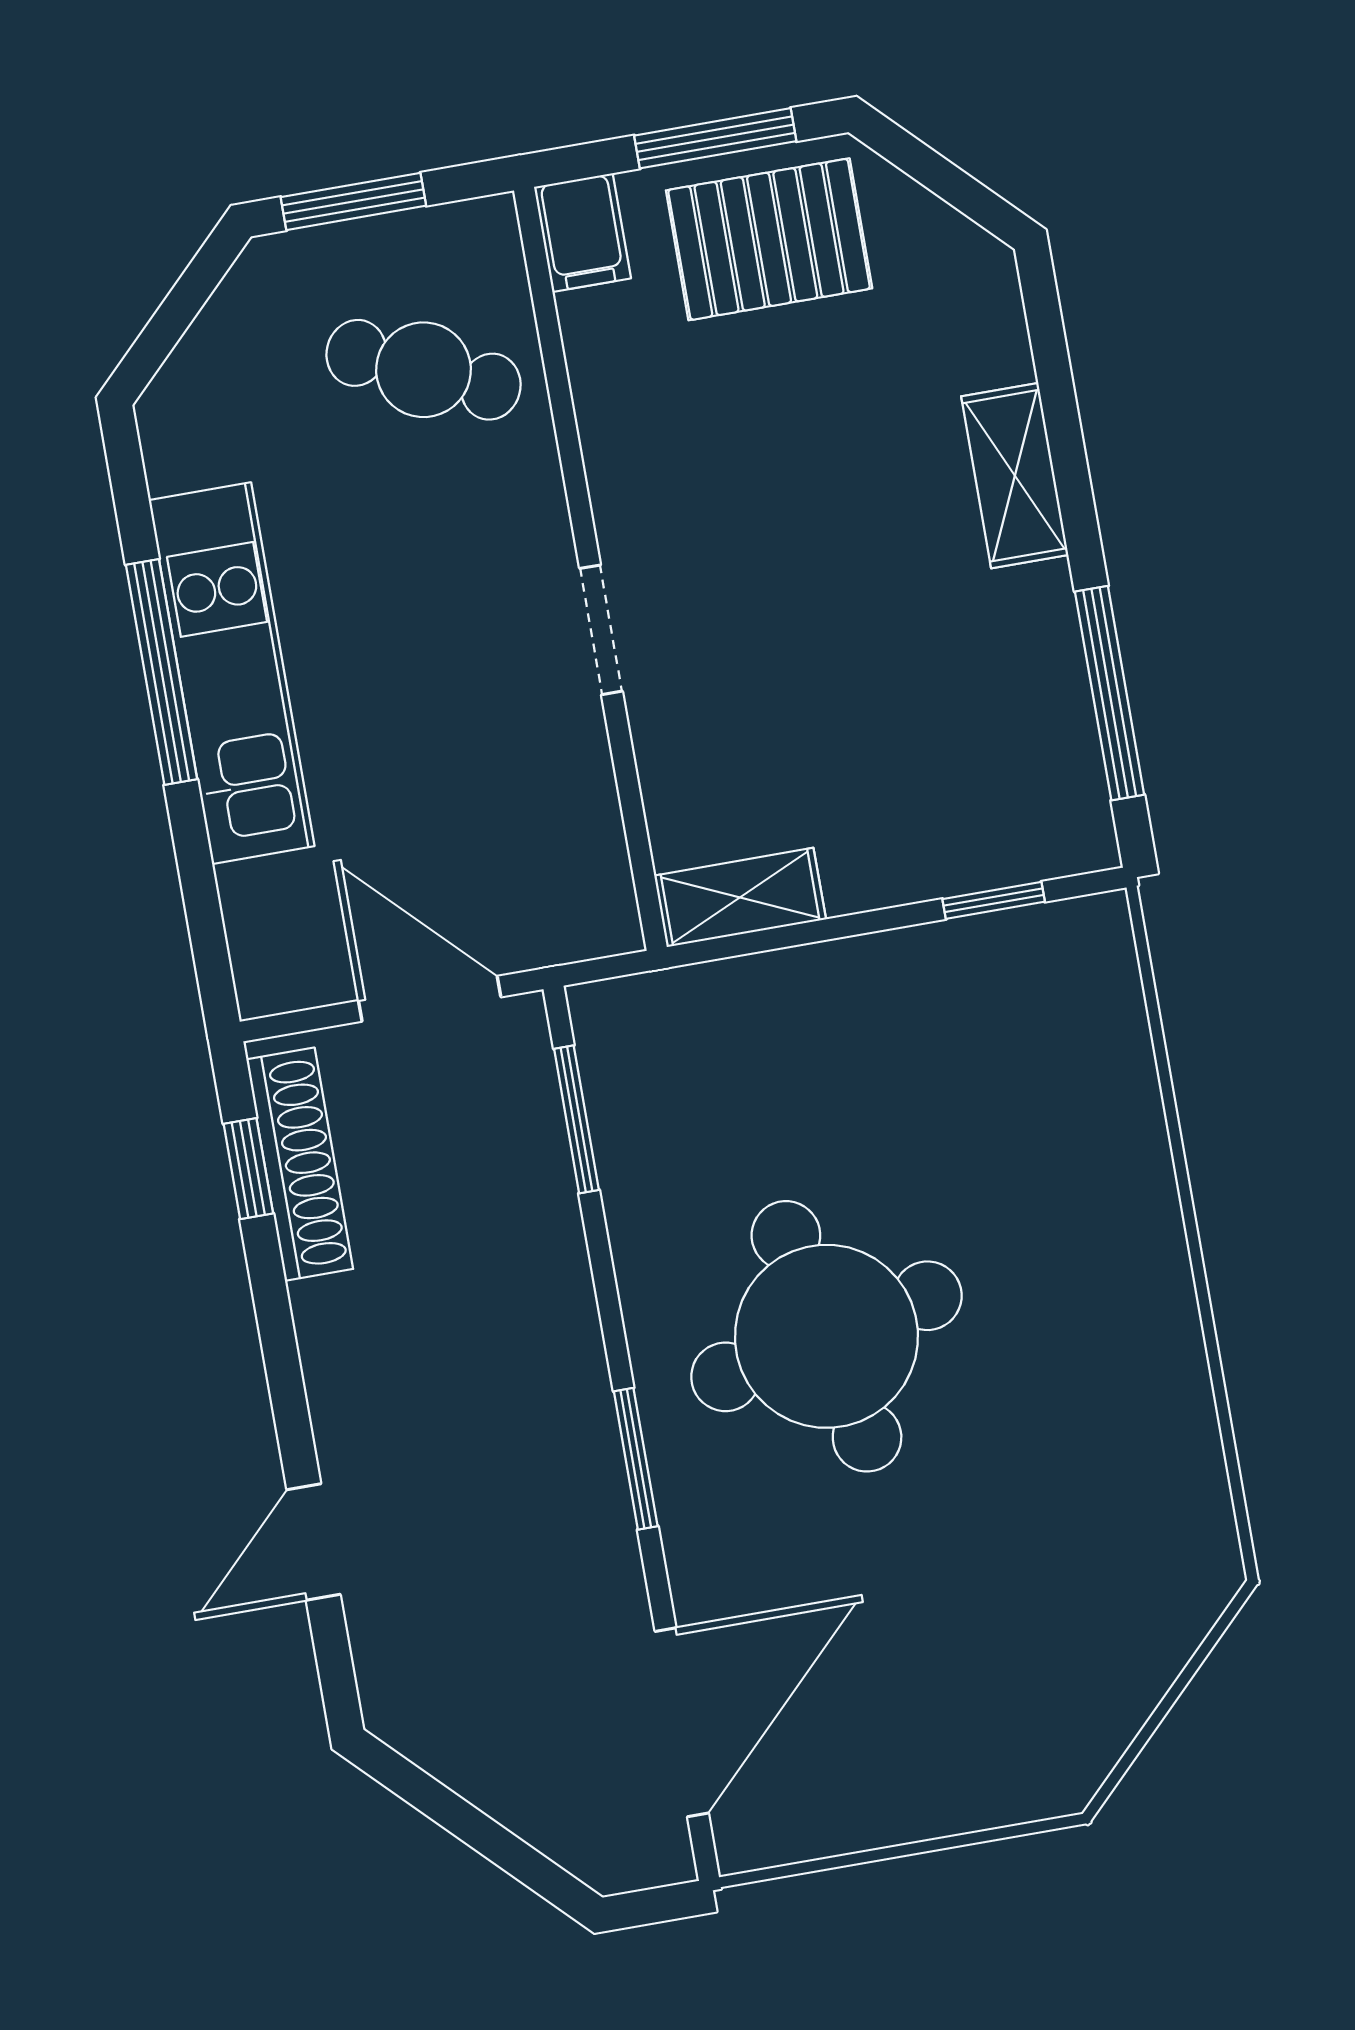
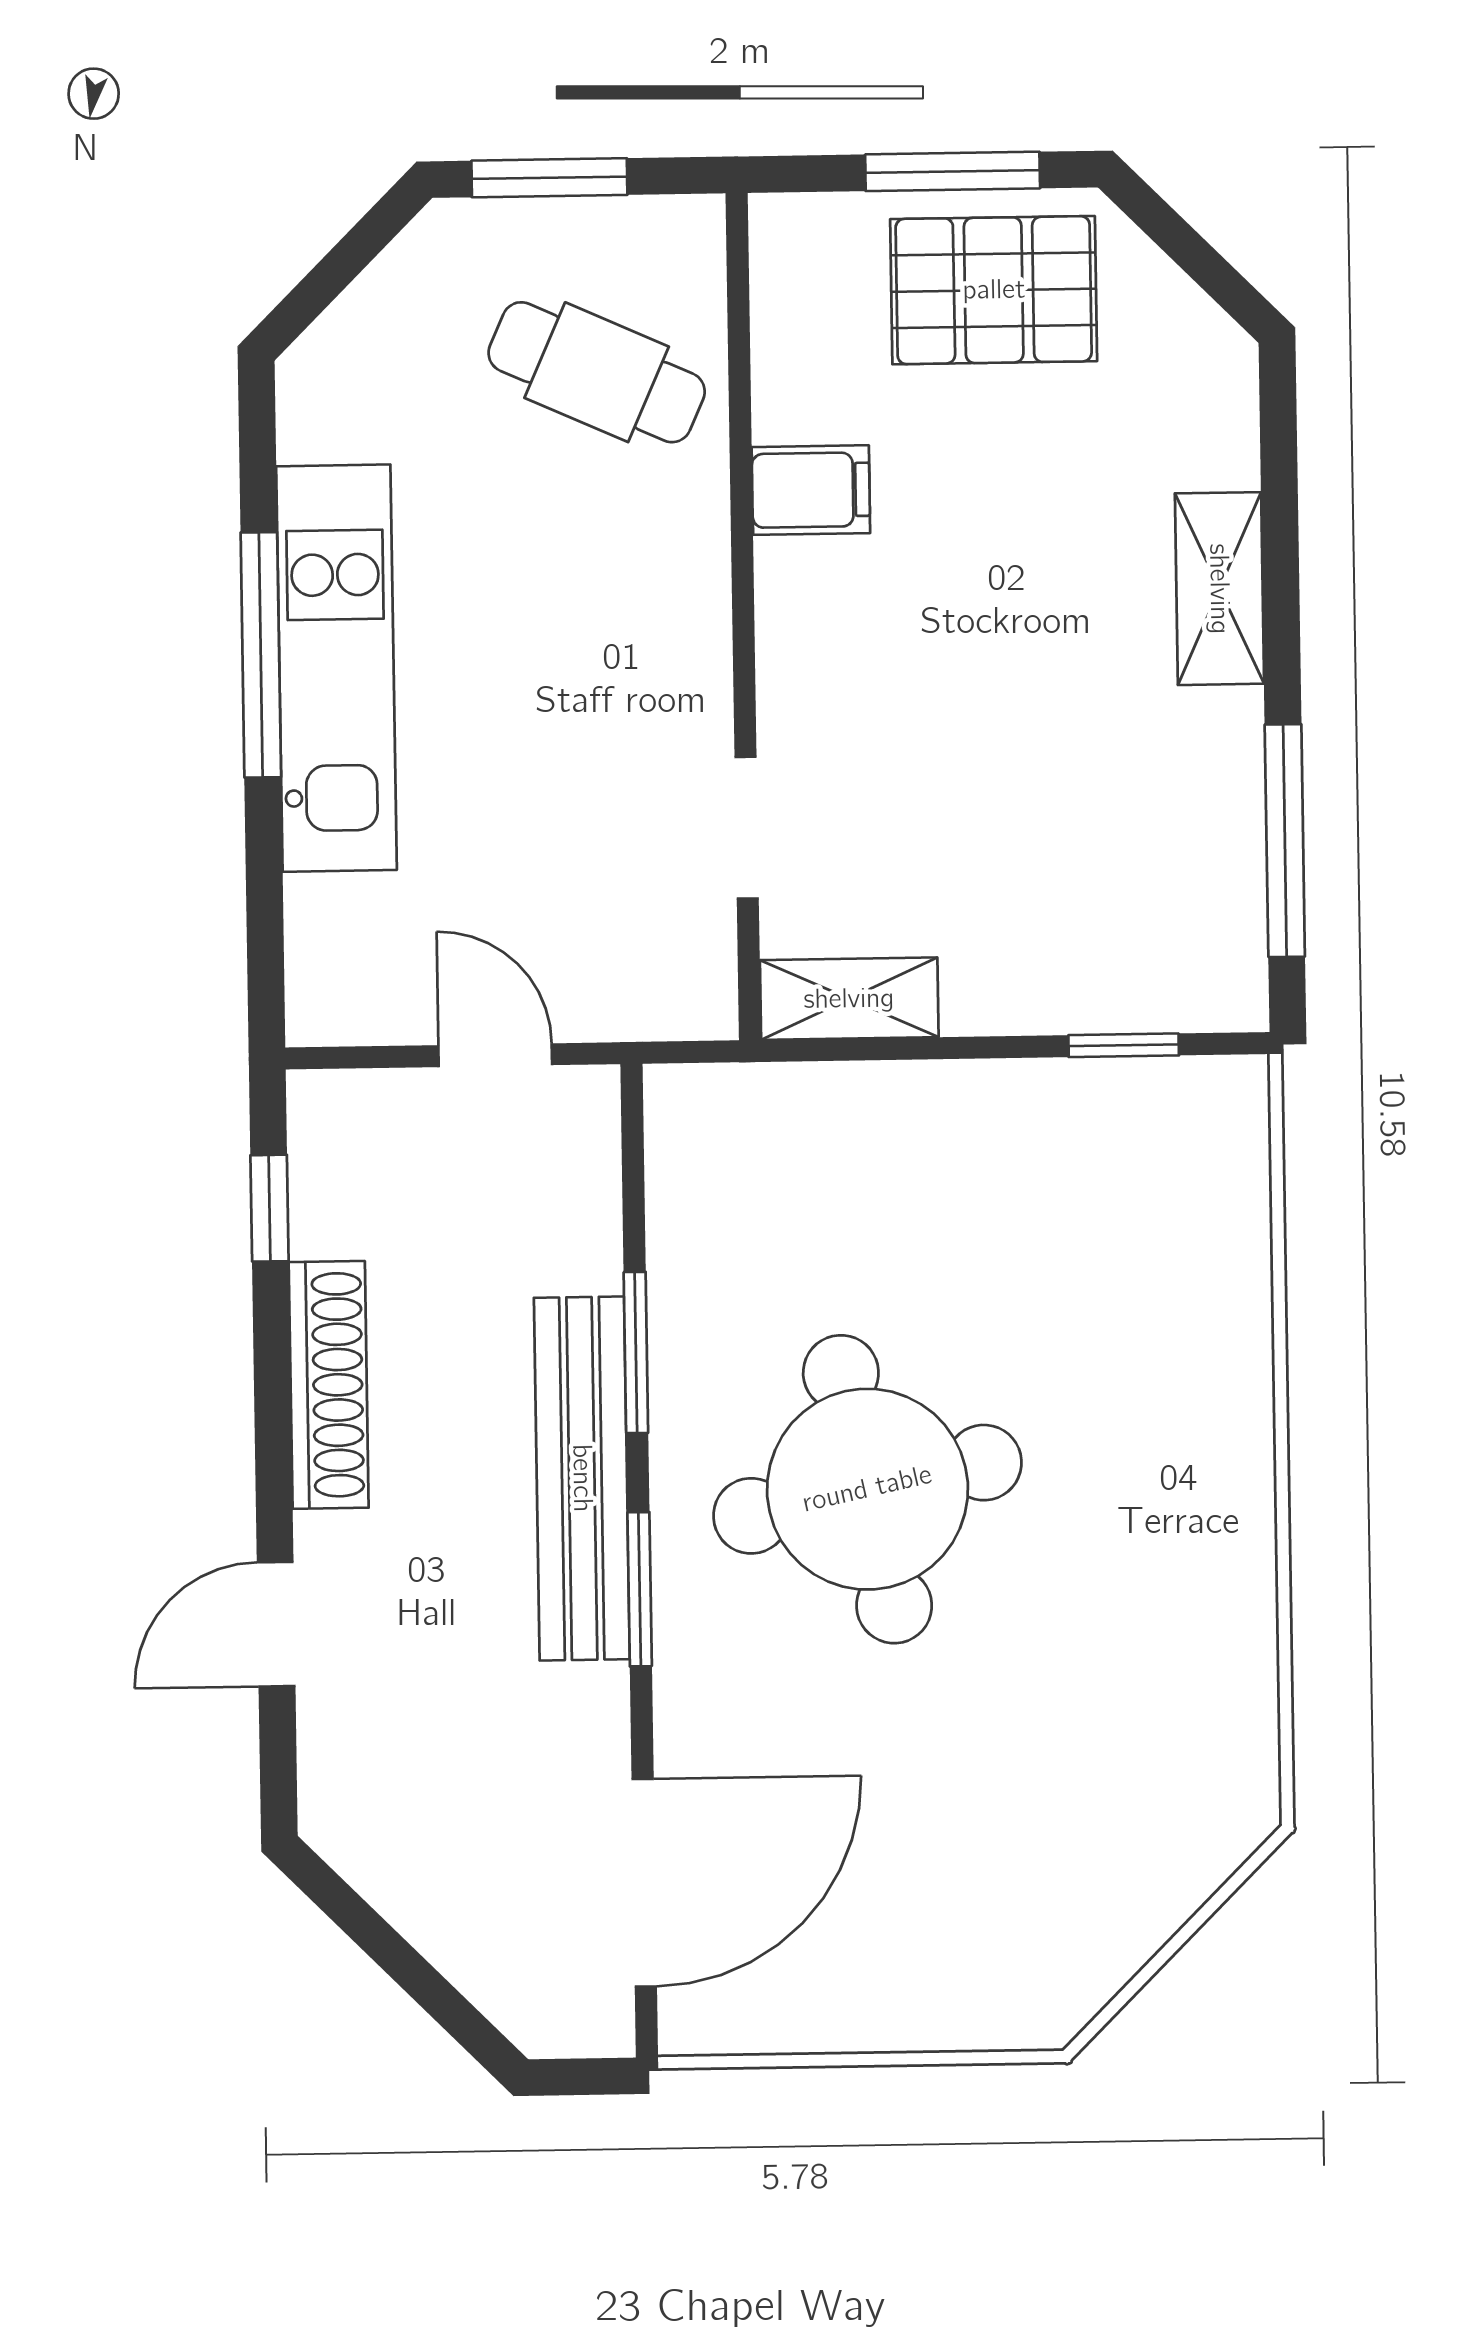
filing cabinet: (582, 233) -> (811, 490), moved, turned -90
doorway: (601, 630) -> (747, 828), moved
door: (430, 999) -> (495, 1055), width x0.73
window: (576, 1119) -> (636, 1353), moved
shoe rack: (300, 1164) -> (329, 1385), moved
bench: (568, 1367) -> (582, 1478), added

